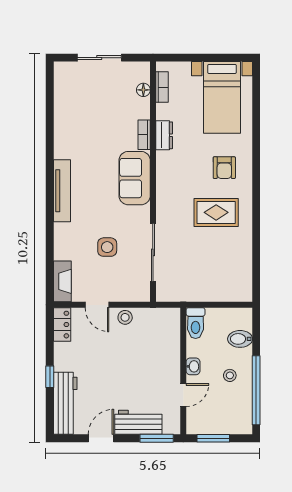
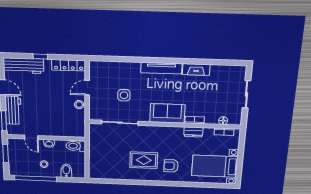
rug: (216, 212) -> (144, 160), turned 90
fireplace: (62, 281) -> (196, 70), moved
locker: (62, 325) -> (69, 65), width x1.53

